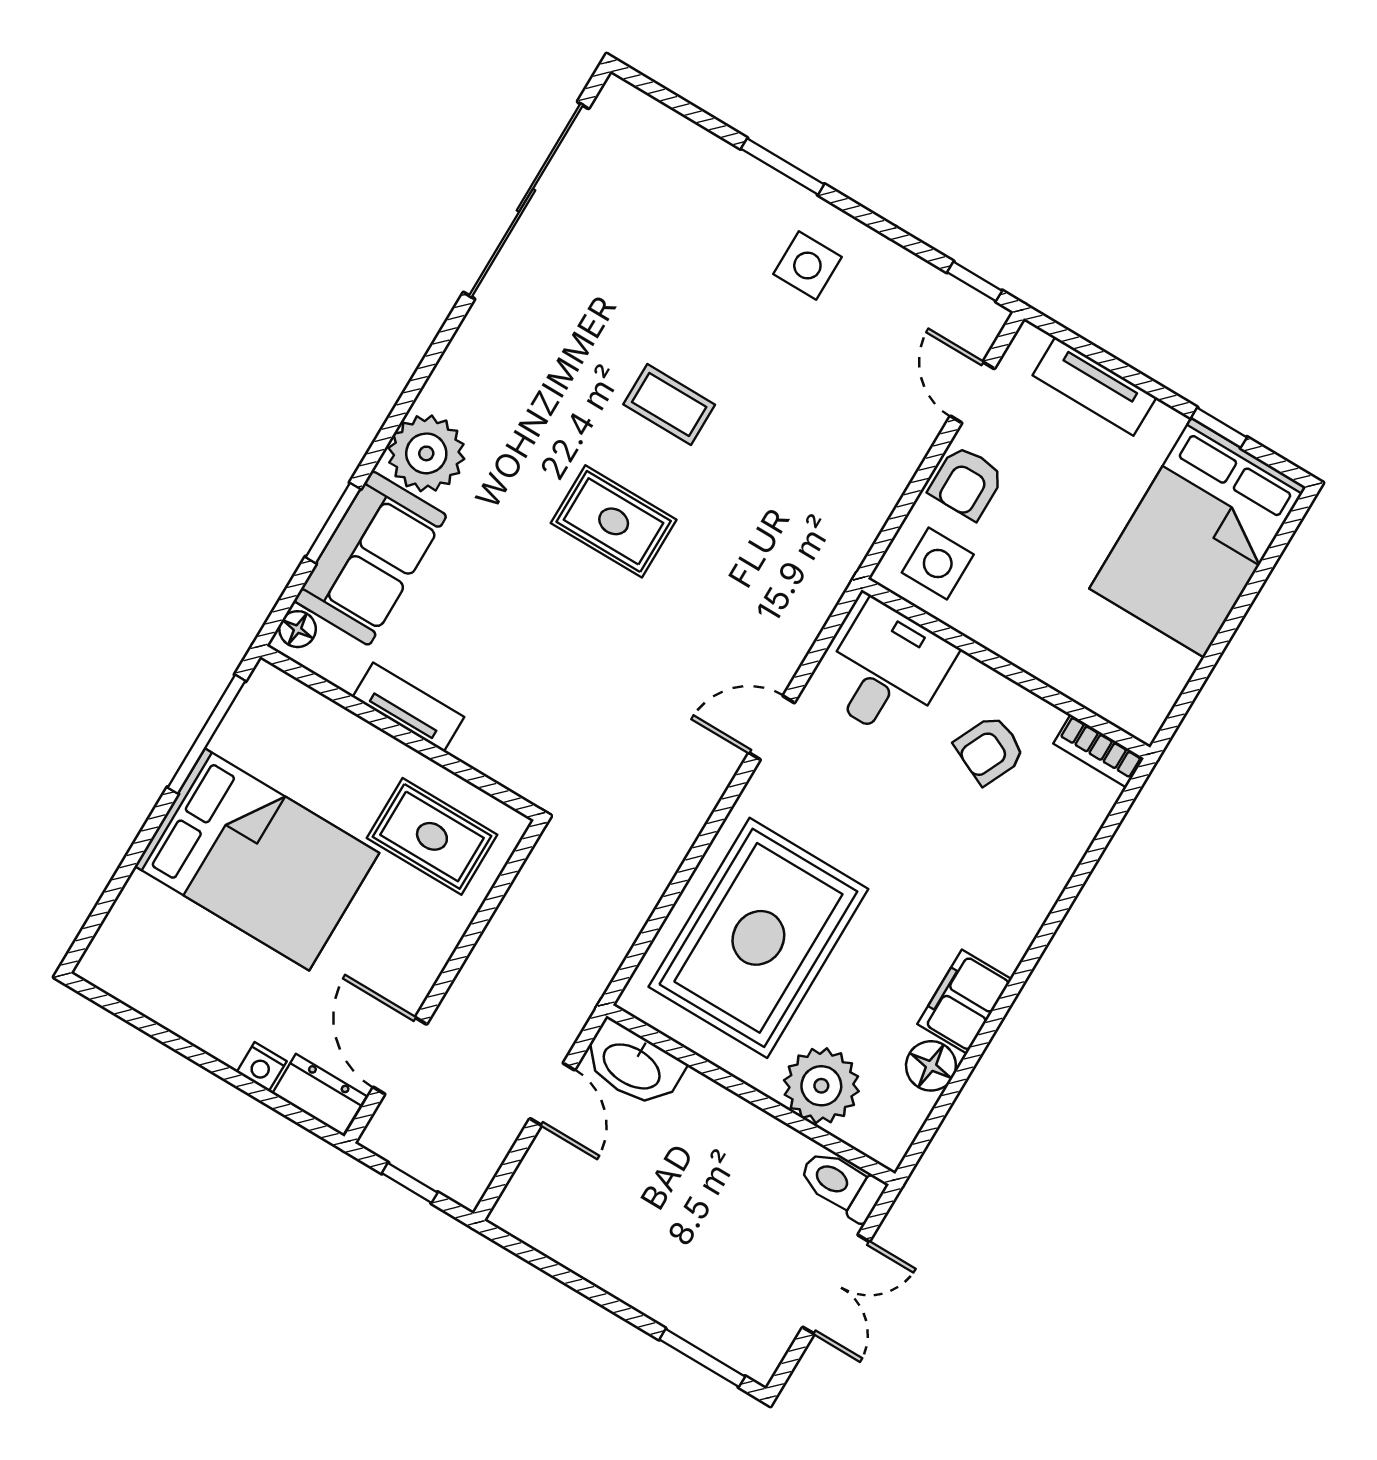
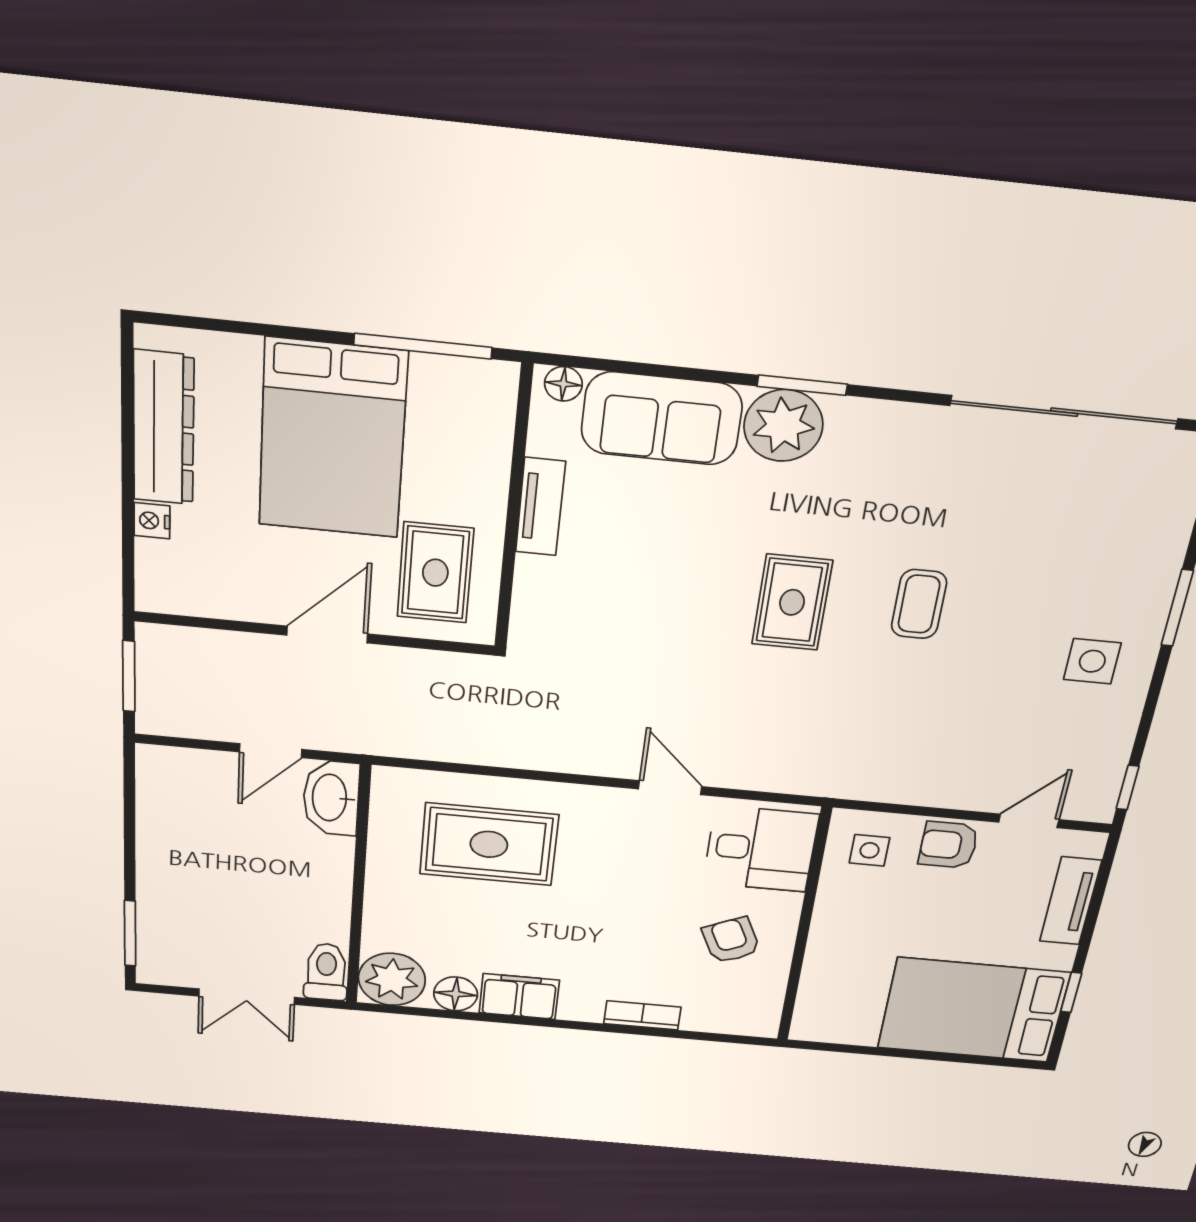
window: (333, 523) -> (802, 385), moved
side table: (938, 564) -> (869, 850), width x0.73, depth x0.73
armchair: (990, 750) -> (731, 940), turned 40
bookcase: (1099, 751) -> (642, 1015), moved, turned 90
rug: (758, 938) -> (489, 844), width x0.73, depth x0.69
door: (400, 1056) -> (327, 635), moved
plant: (821, 1086) -> (392, 979), moved
dresser: (319, 1095) -> (164, 428), moved, width x1.96, depth x1.24
window: (410, 1183) -> (129, 676), width x1.50

